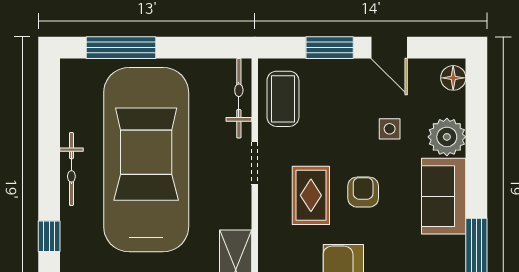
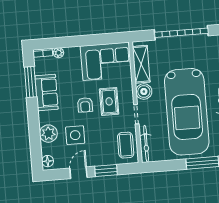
door: (389, 48) -> (78, 173), hinge flipped
side table: (390, 129) -> (75, 135), width x1.87, depth x1.87
sofa: (444, 196) -> (47, 93), moved
boiler: (235, 211) -> (144, 92), added

